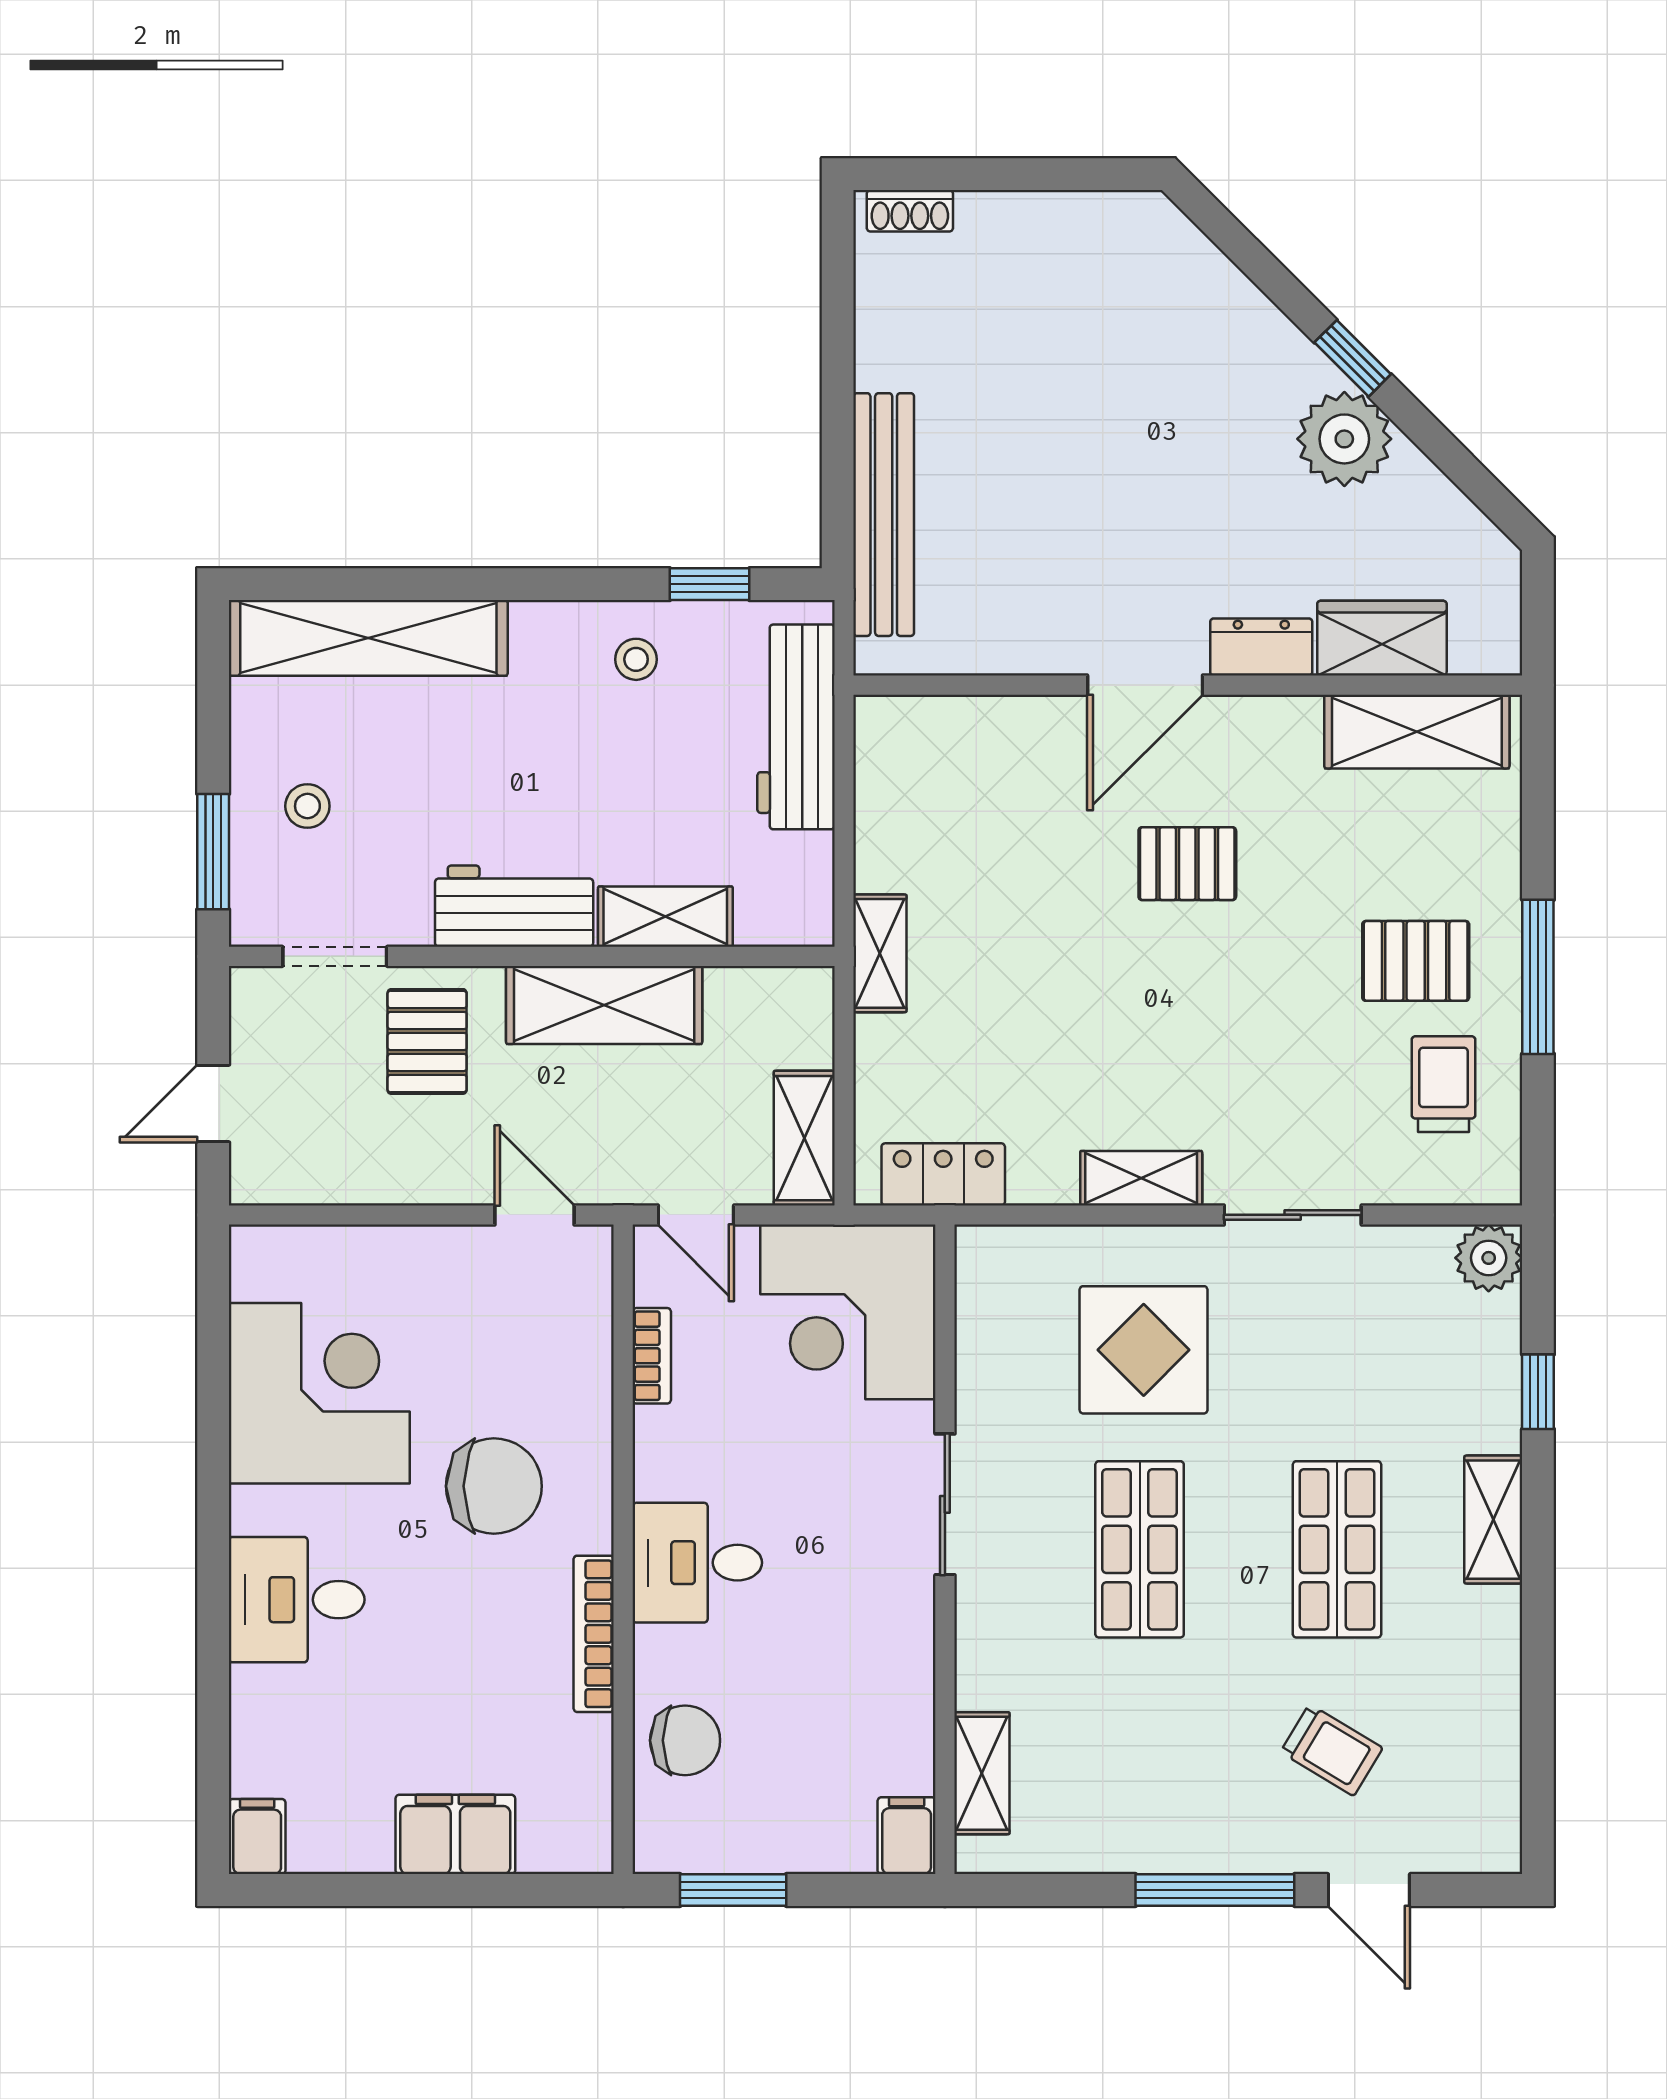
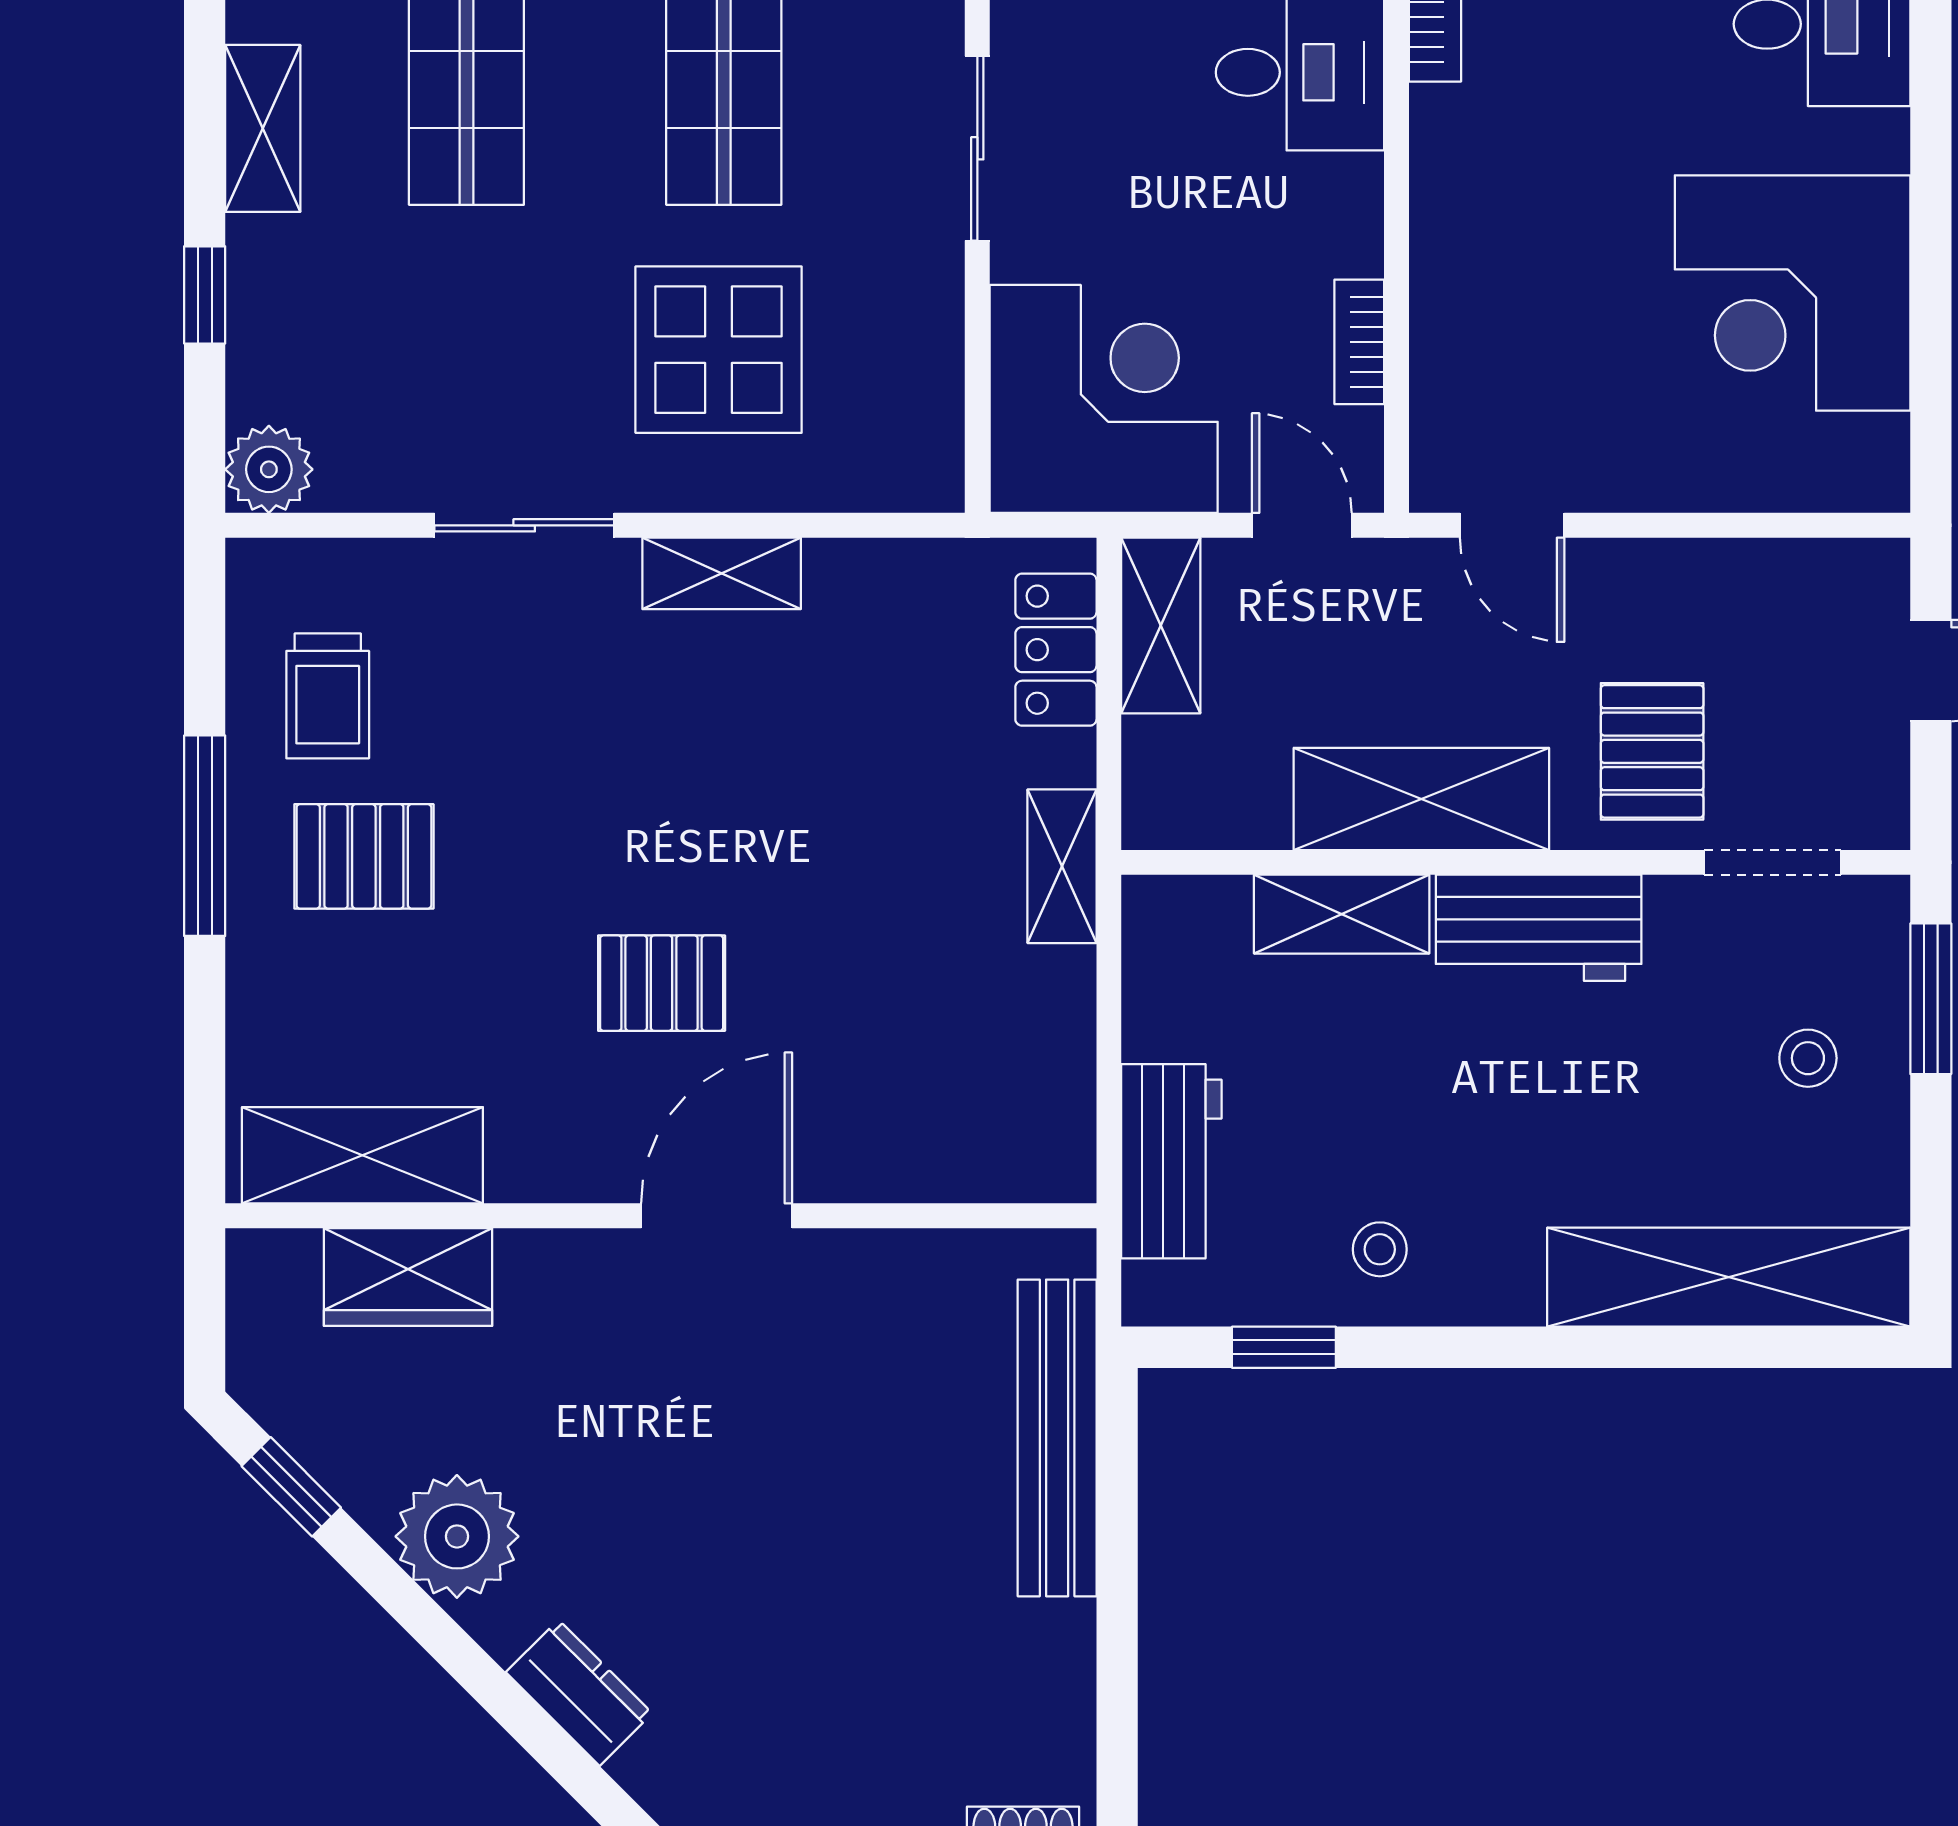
window: (1353, 358) -> (291, 1487), moved
dresser: (1261, 647) -> (579, 1693), moved, turned -135
workbench: (796, 727) -> (1171, 1161), width x0.73
locker: (943, 1174) -> (1056, 650), moved, turned 90
chair: (494, 1486) -> (1565, 172), removed

